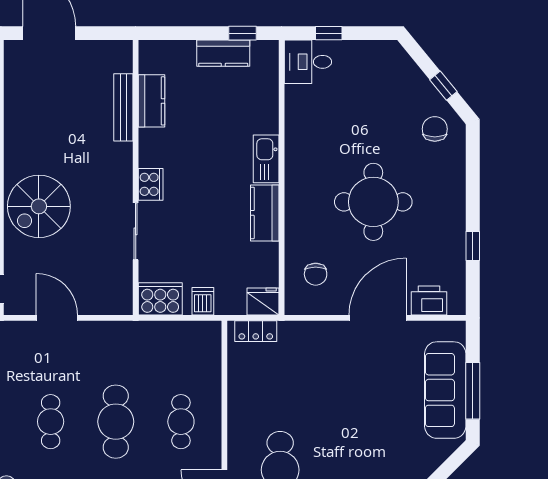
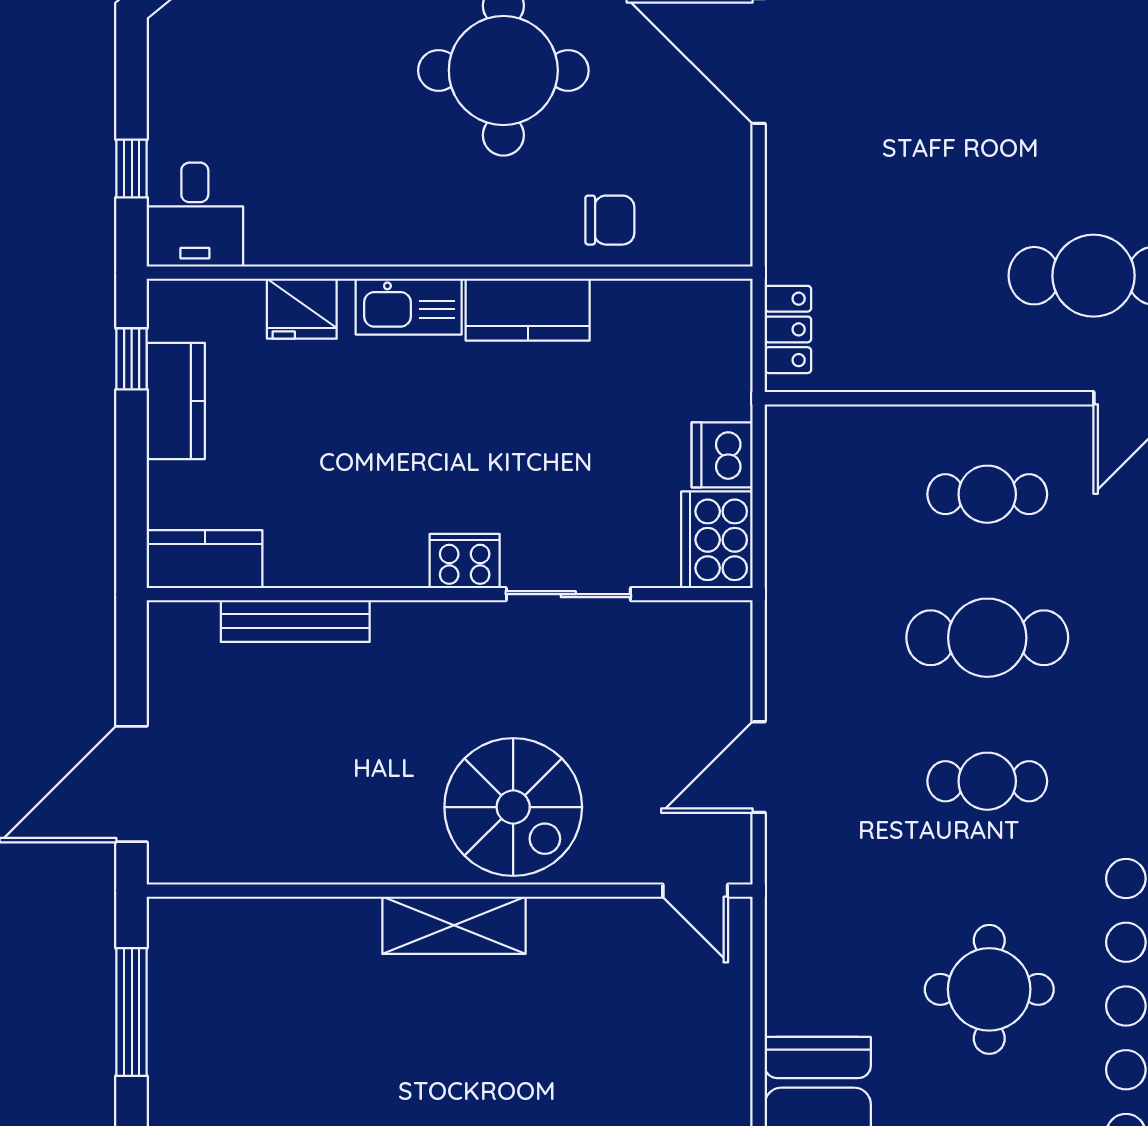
kitchen counter: (151, 101) -> (205, 559), moved
chair: (316, 274) -> (610, 220), moved
dishwasher: (203, 301) -> (722, 455), width x1.38
fridge: (263, 301) -> (302, 309), moved, turned -90

